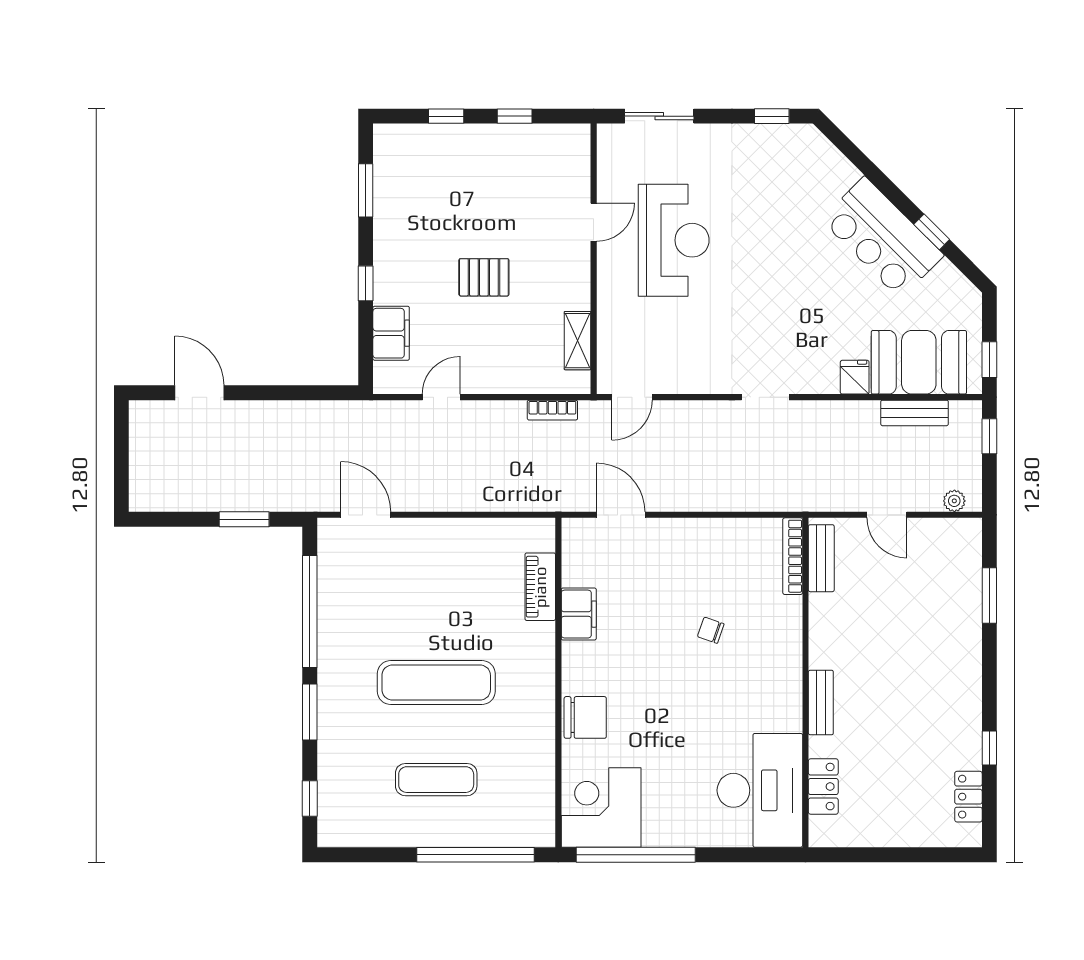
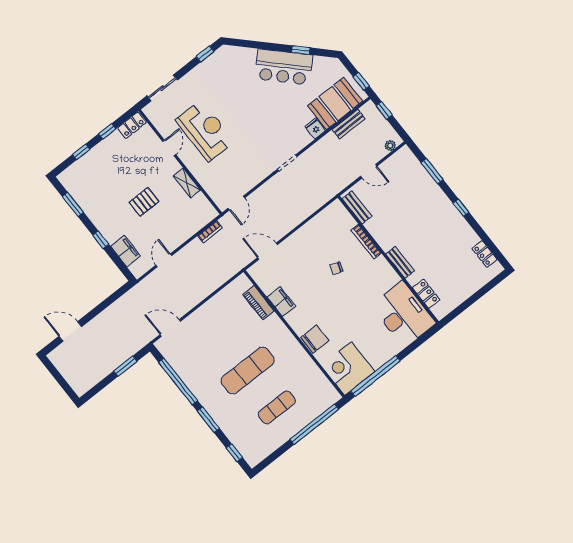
locker: (562, 138) -> (132, 125), added
shelving: (578, 341) -> (187, 183), moved
bookcase: (793, 556) -> (366, 242), moved
window: (989, 748) -> (461, 208), moved

